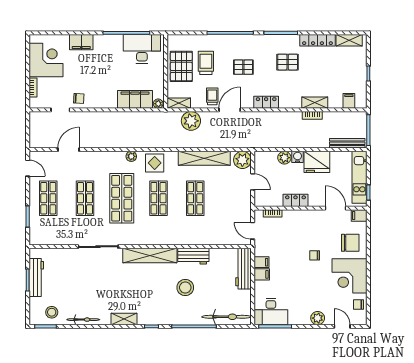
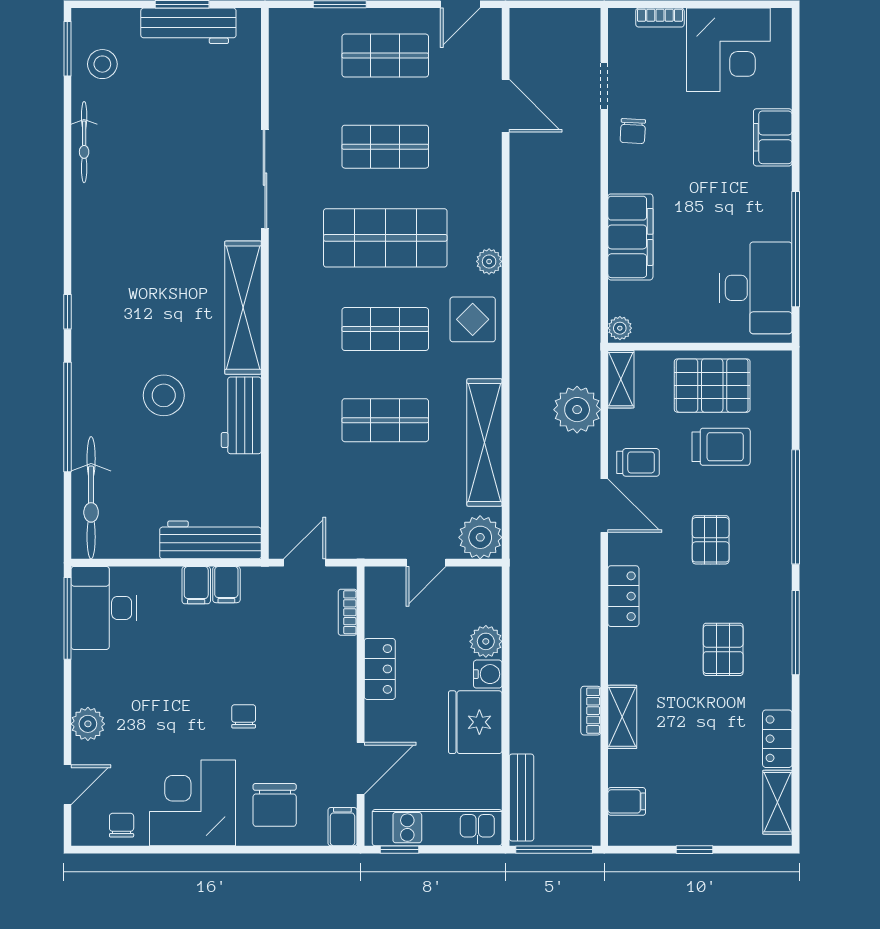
locker: (317, 40) -> (777, 739), width x0.66
filing cabinet: (135, 99) -> (630, 237), moved
shelving: (124, 319) -> (86, 243), removed

